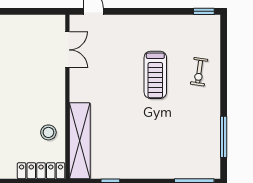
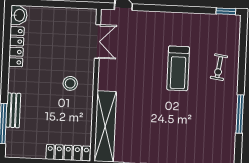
stool: (48, 132) -> (70, 83), moved
window: (224, 137) -> (240, 114), moved

